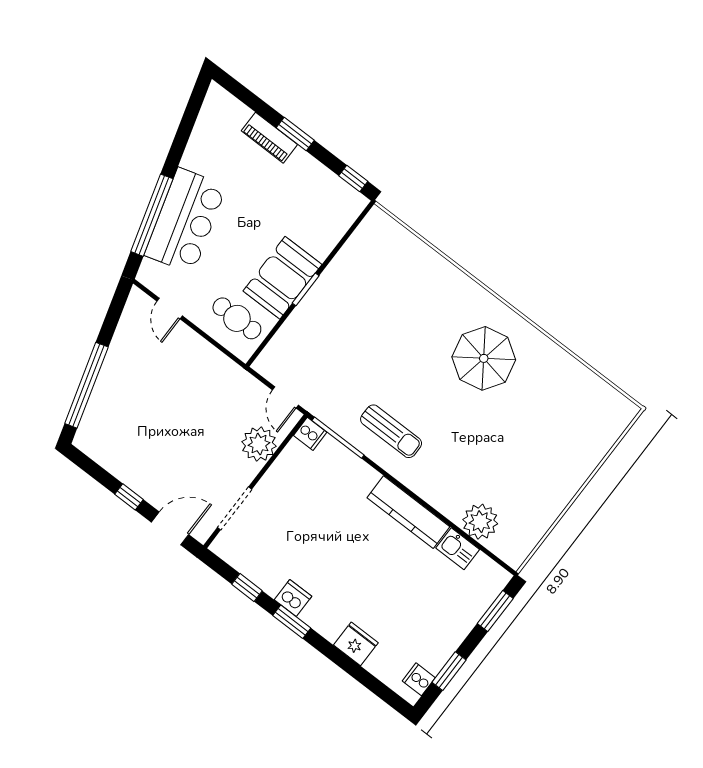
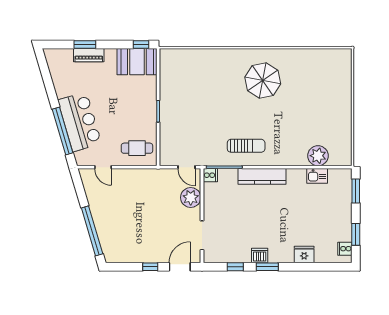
window: (295, 134) -> (85, 44), moved
booth: (283, 278) -> (137, 62), moved, turned 90
kitchen counter: (408, 512) -> (262, 176), moved

